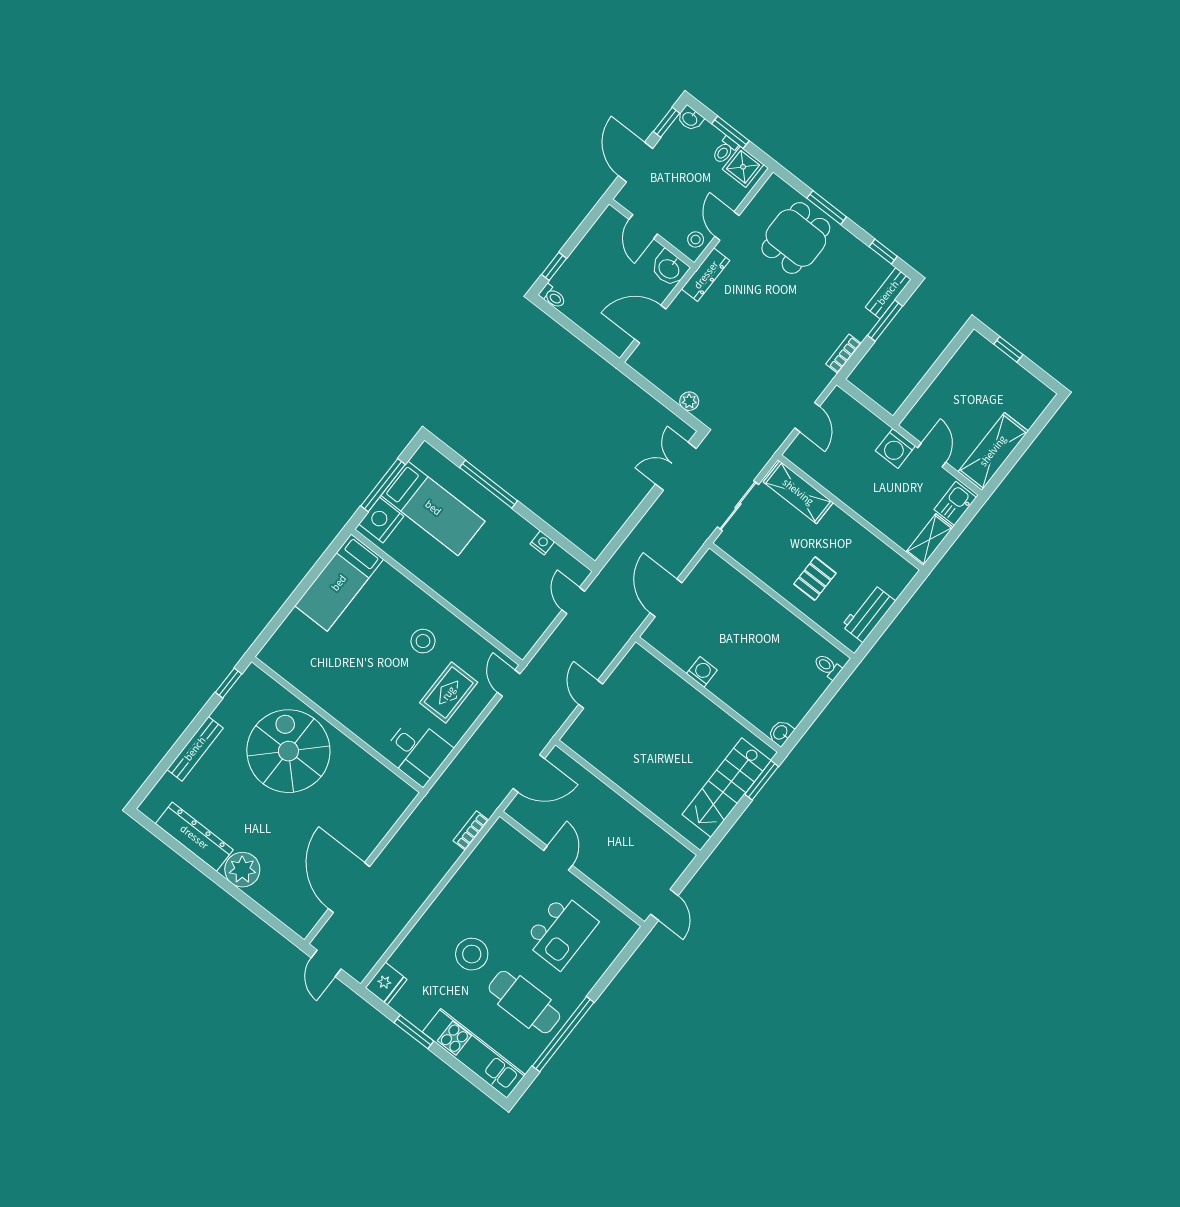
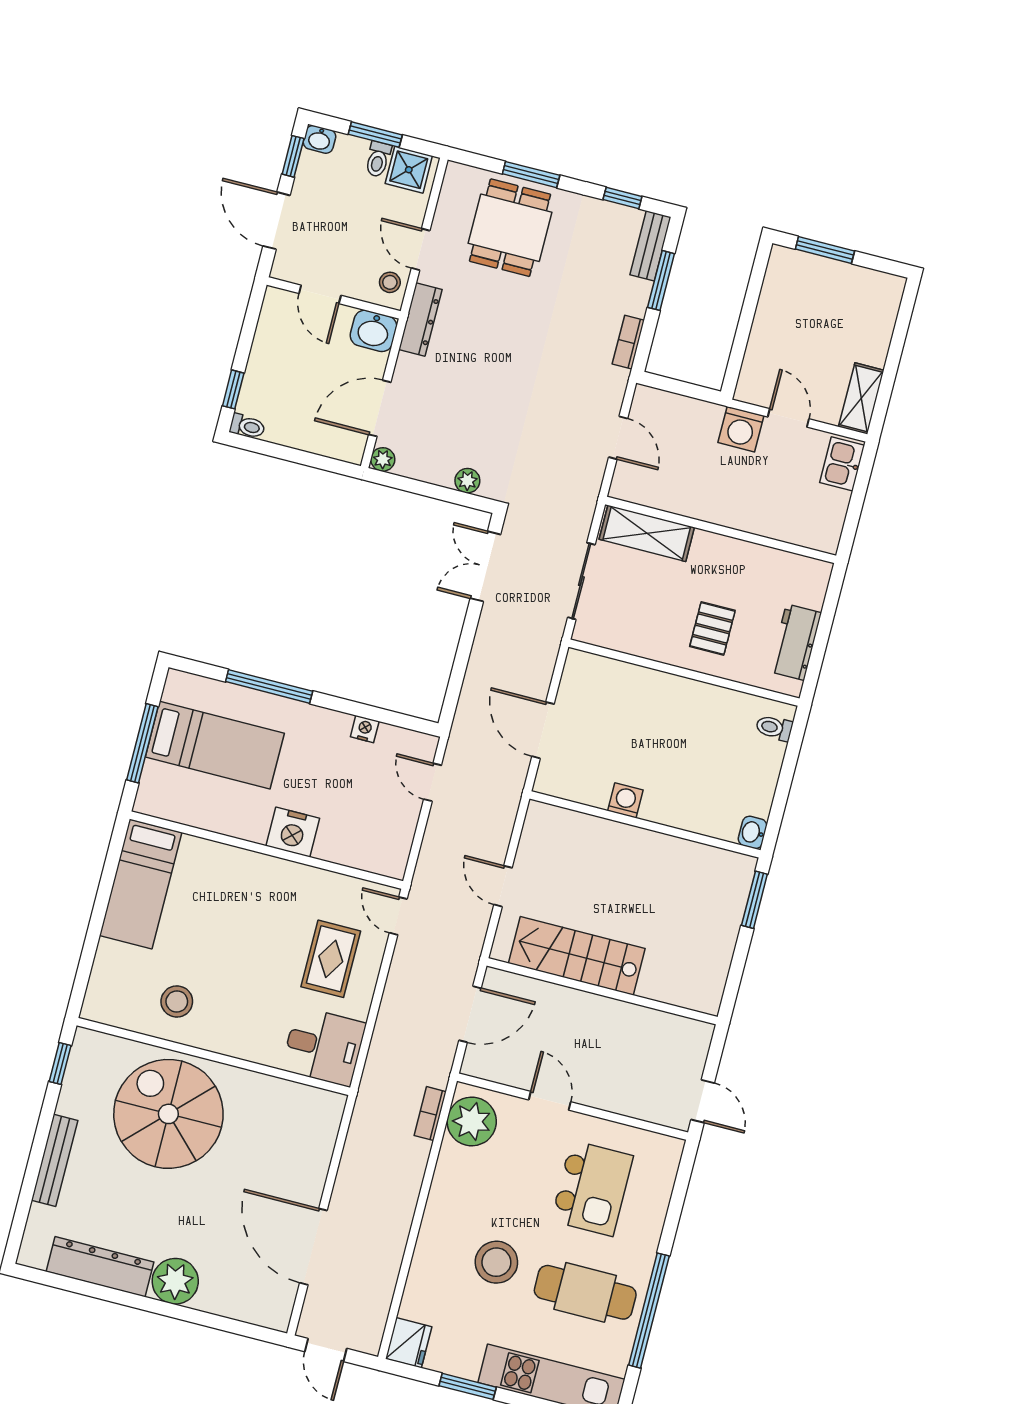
window: (1008, 349) -> (825, 250), width x1.50
plant: (637, 361) -> (383, 459), added
shelving: (993, 451) -> (861, 398), width x0.67, depth x0.75
nightstand: (381, 520) -> (293, 832), moved, turned -90
shelving: (930, 540) -> (830, 521), removed
stool: (423, 641) -> (177, 1001), moved
stairs: (726, 788) -> (577, 956), moved, turned 90
plant: (497, 849) -> (472, 1121), added

